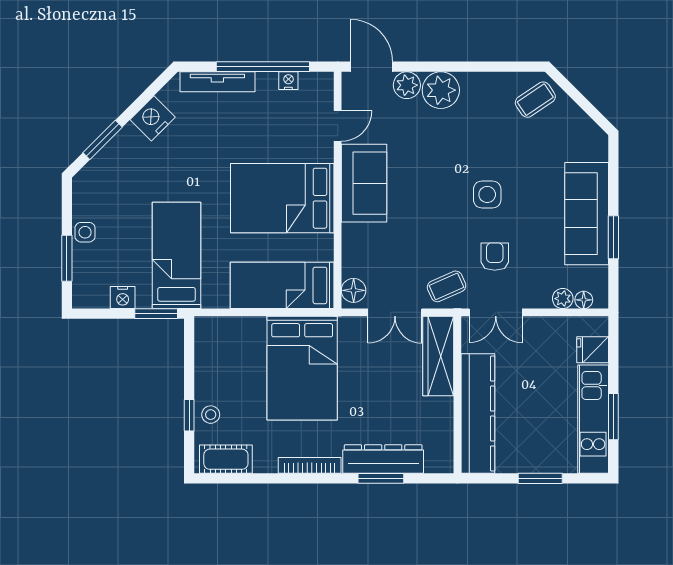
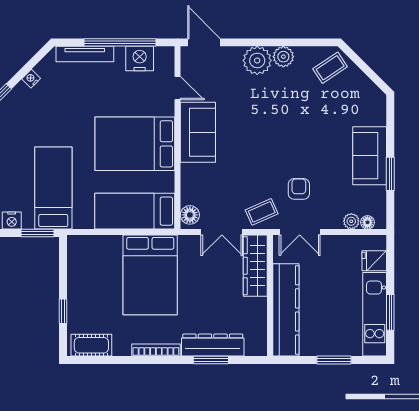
nightstand: (288, 81) -> (140, 59), width x1.89, depth x1.79
plant: (407, 85) -> (283, 57), moved
nightstand: (153, 118) -> (31, 79), width x0.53, depth x0.56
door: (338, 126) -> (178, 88), hinge flipped
side table: (487, 194) -> (293, 141), removed
sofa: (587, 214) -> (370, 156), width x0.73
stool: (211, 415) -> (80, 311), removed

